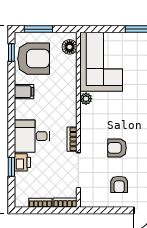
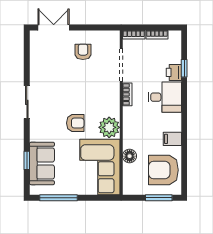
floor lamp: (70, 47) -> (130, 156), moved
window: (11, 52) -> (184, 176), removed
plant: (86, 99) -> (109, 127), width x1.88, depth x1.88
armchair: (117, 148) -> (75, 123), moved

